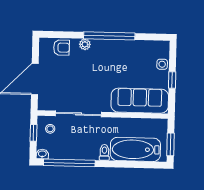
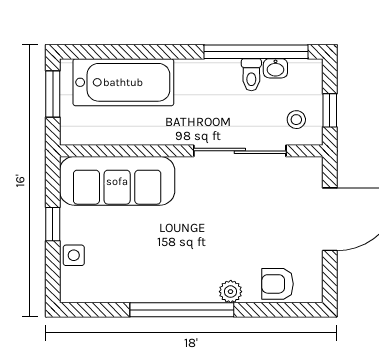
toilet: (104, 152) -> (251, 75), moved
washbasin: (42, 154) -> (275, 68), moved

